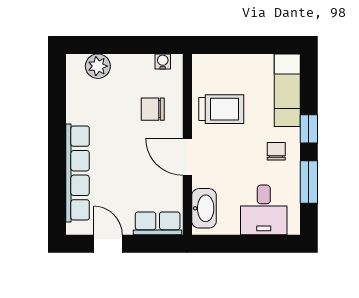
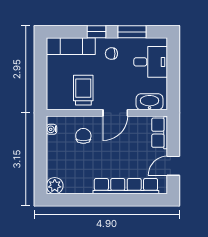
plant: (98, 66) -> (55, 186), moved
chair: (153, 109) -> (83, 136), turned 180

